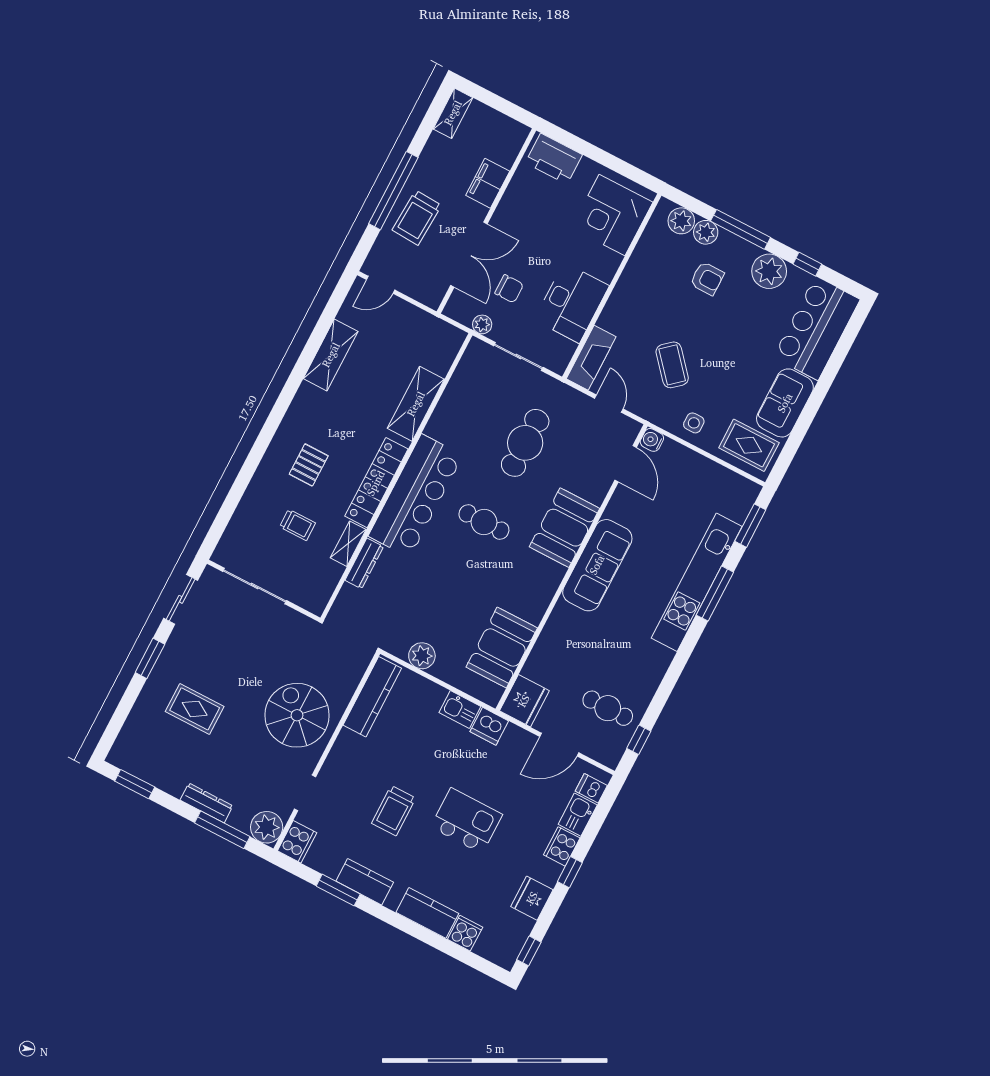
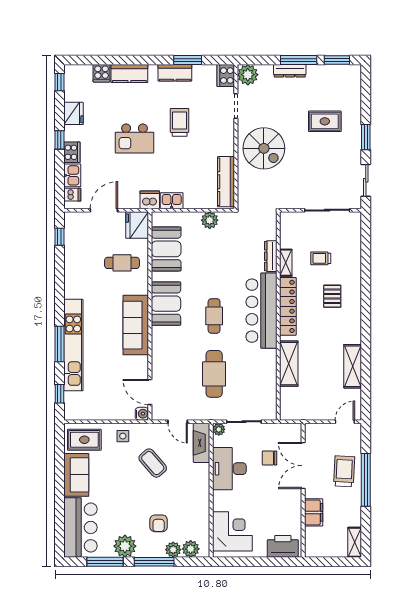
window: (807, 264) -> (105, 562), width x2.17
armchair: (707, 278) -> (159, 523), turned -90
plant: (482, 324) -> (219, 429), moved
cafe table: (484, 522) -> (214, 316), turned 90
window: (750, 526) -> (59, 394), width x0.67
booth: (564, 528) -> (166, 304), moved
cafe table: (608, 708) -> (122, 263), moved
window: (222, 830) -> (299, 60), moved

